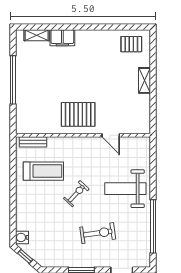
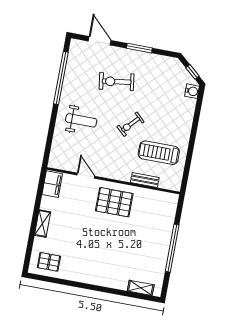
filing cabinet: (62, 38) -> (52, 184), moved, turned 90
bench: (33, 142) -> (145, 180), moved
weight bench: (125, 189) -> (81, 120), width x0.73, depth x0.75

